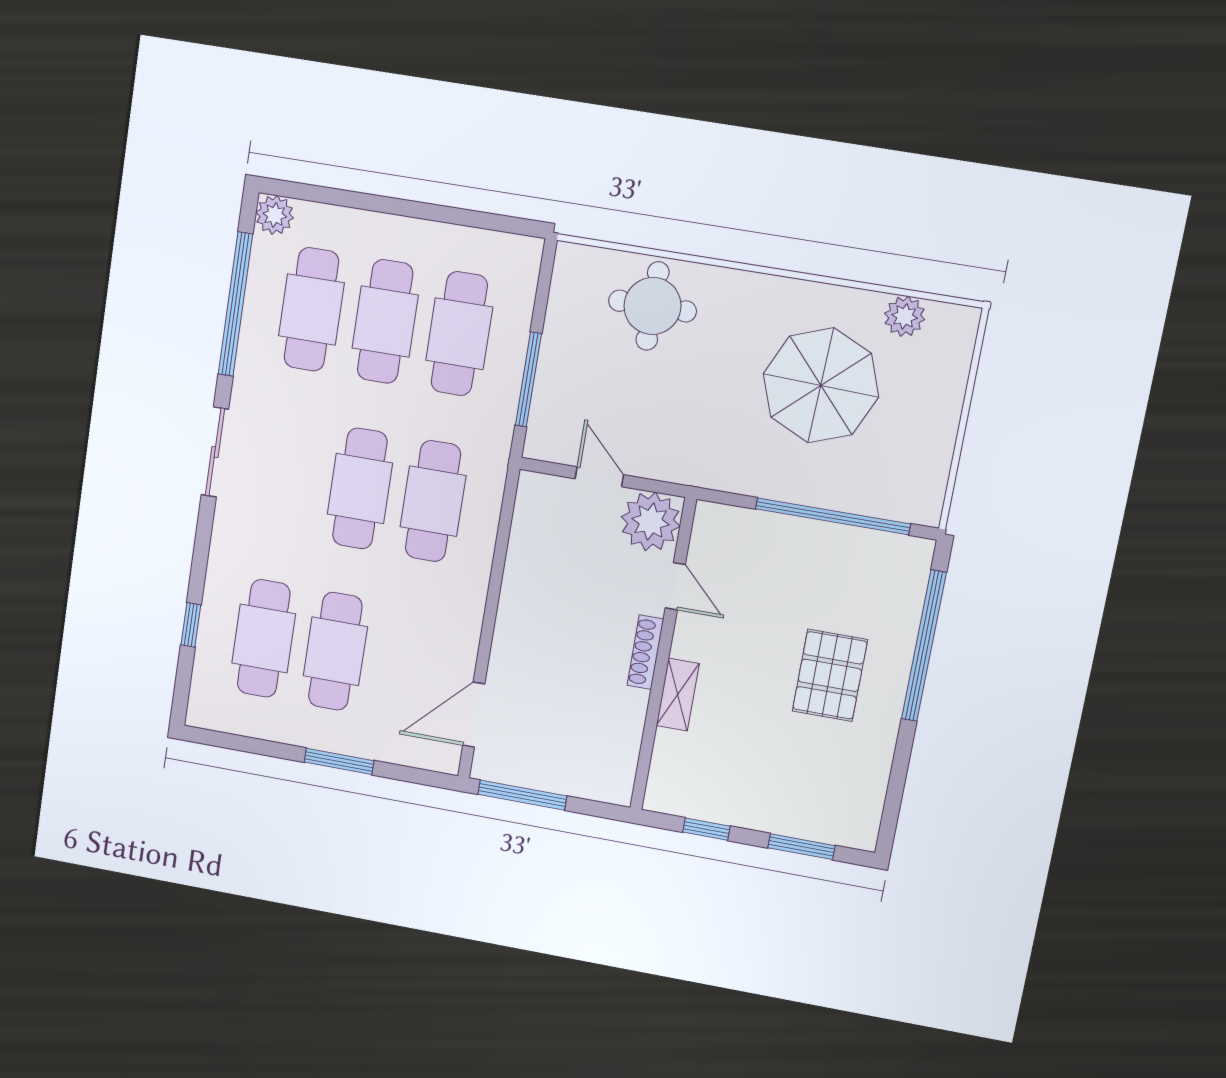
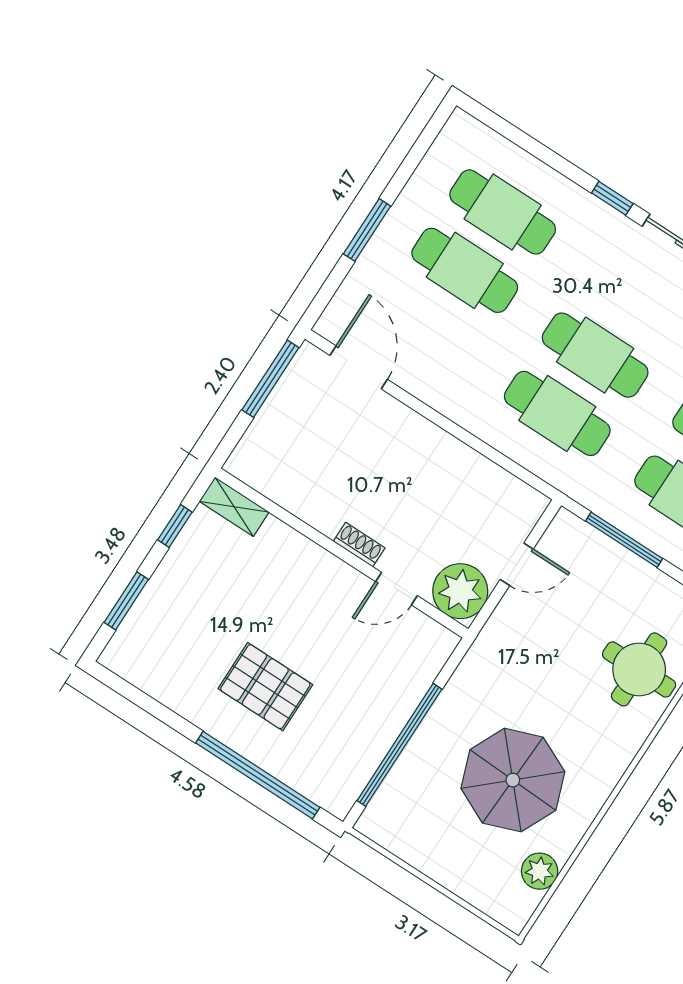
window: (191, 625) -> (612, 198), moved
shoe rack: (645, 652) -> (359, 545), width x0.70
shelving: (678, 695) -> (234, 507), moved

